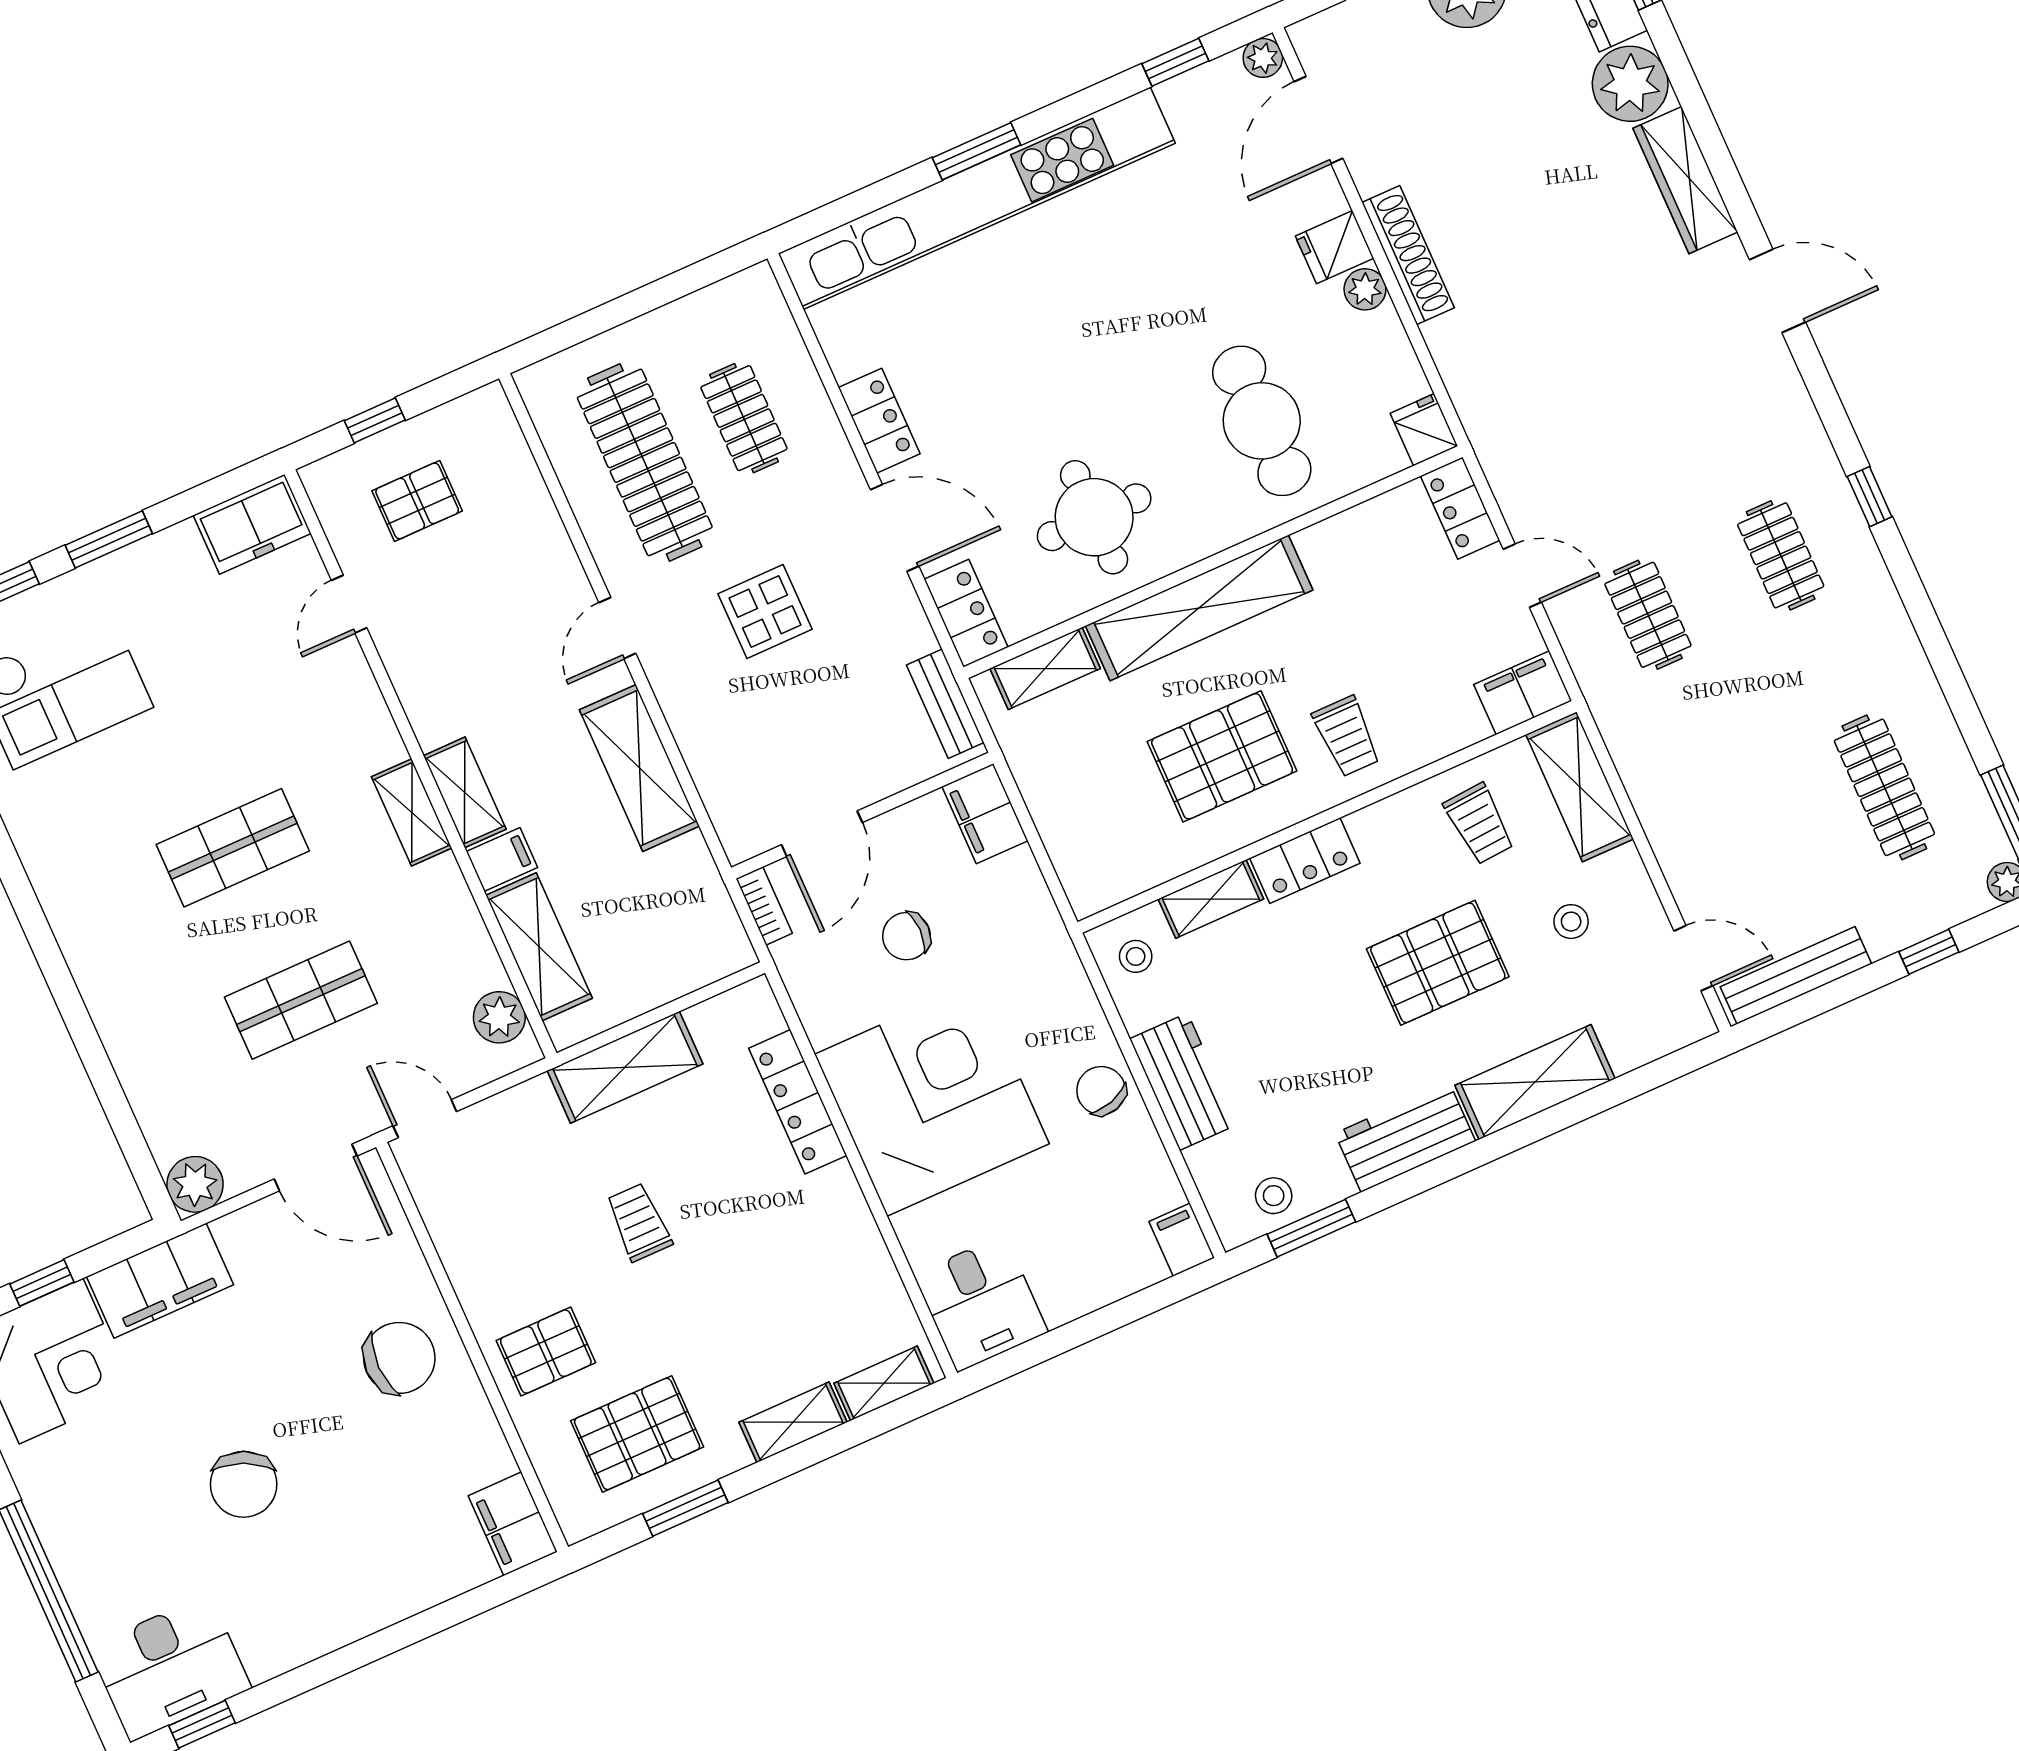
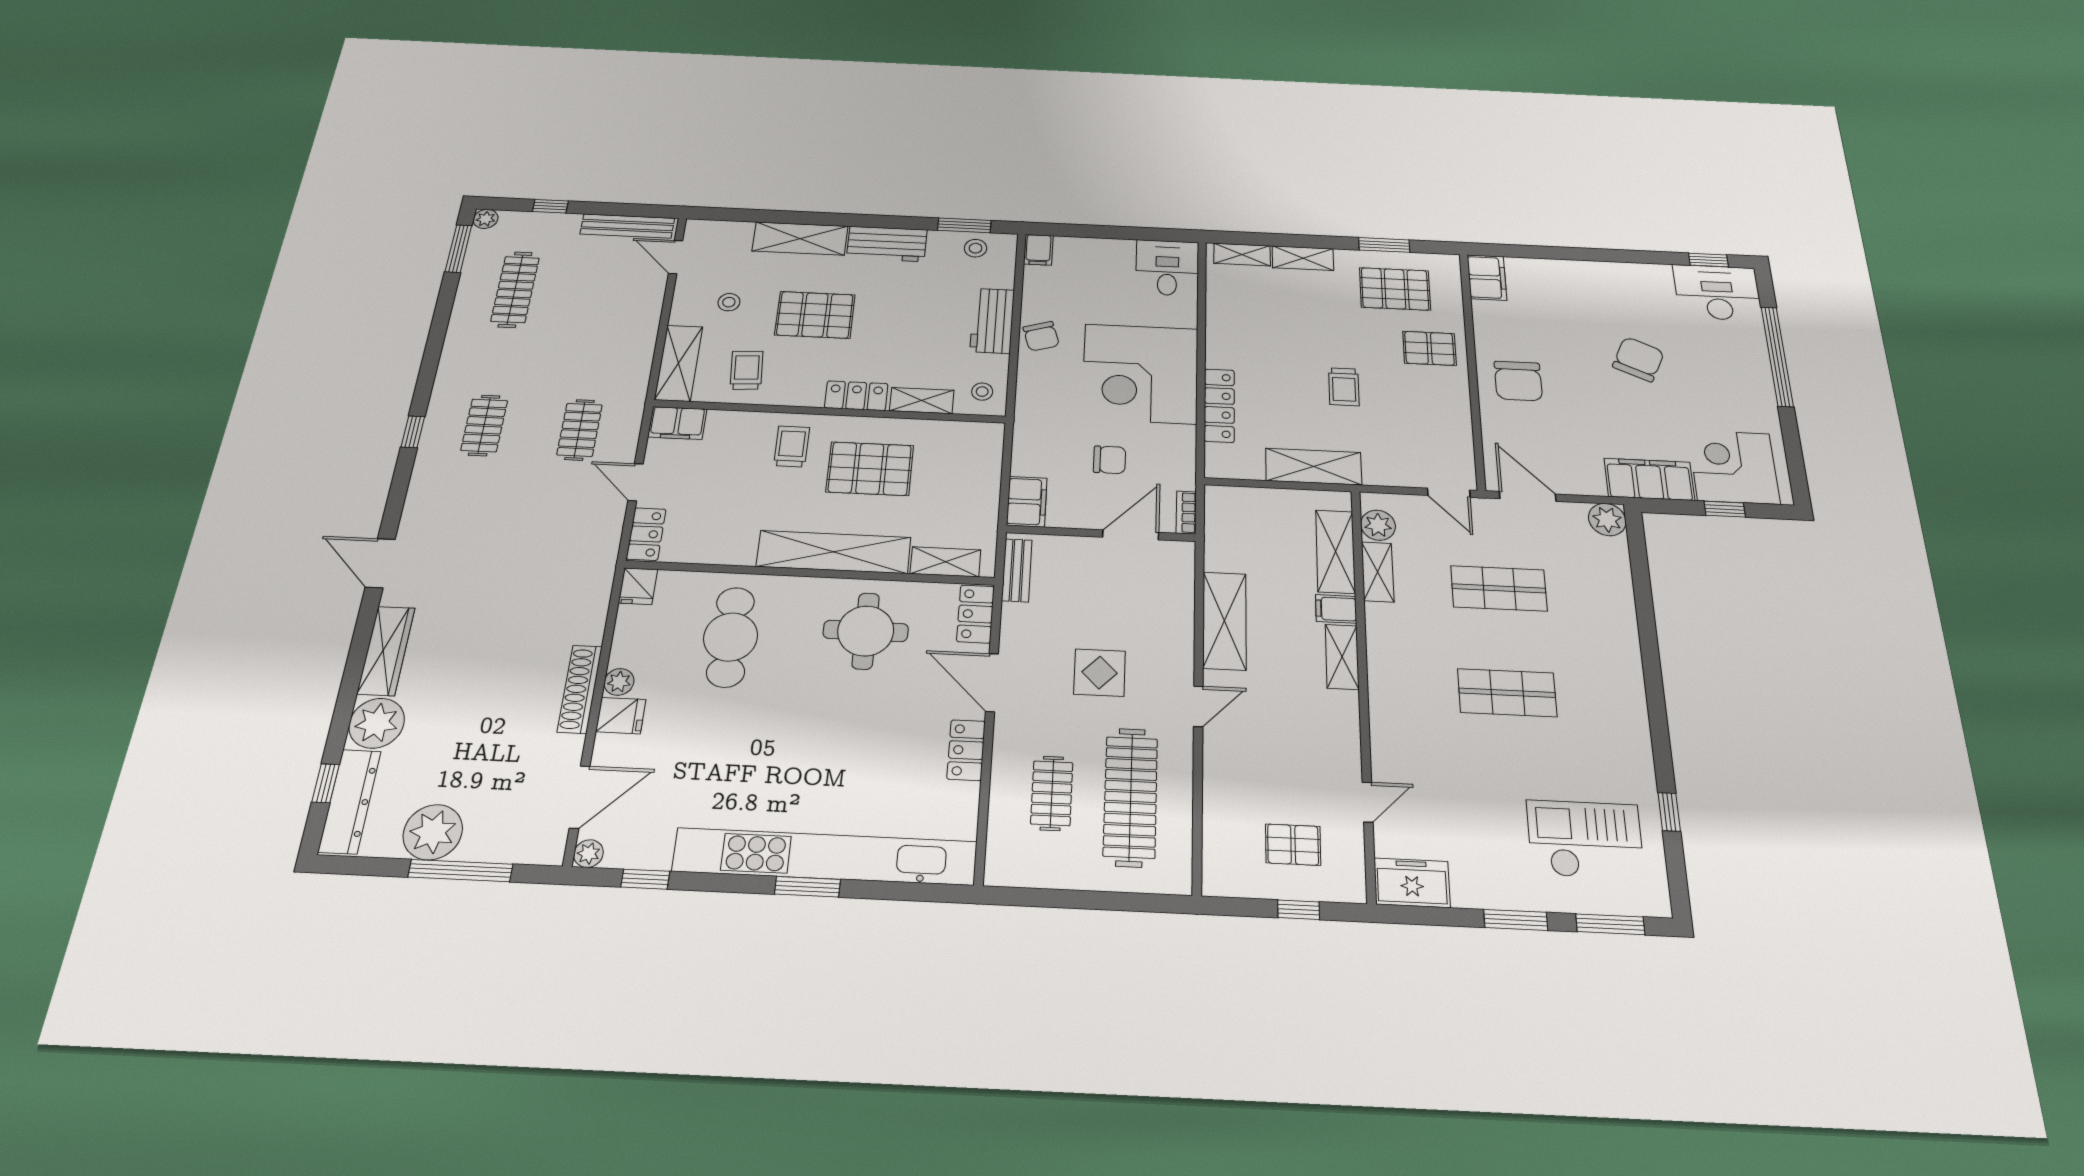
shelving: (412, 812) -> (1378, 572), moved
chair: (399, 1358) -> (1518, 381), turned -90

